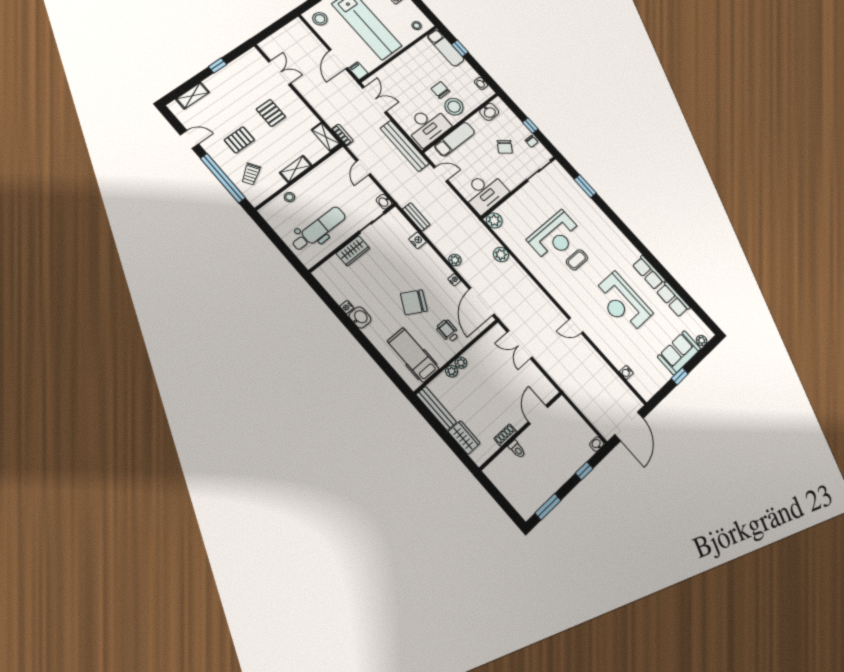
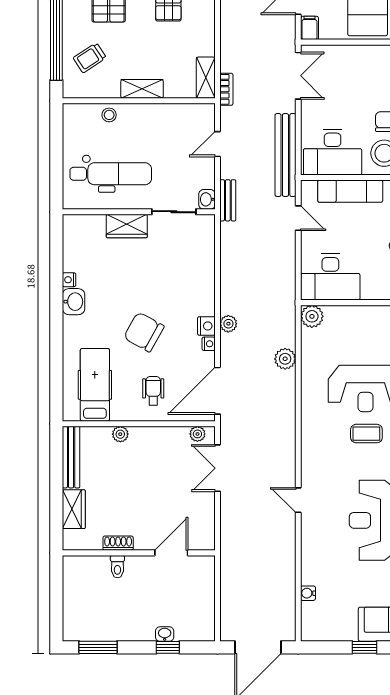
bench: (416, 217) -> (228, 200), moved
nightstand: (418, 240) -> (206, 326), moved
plant: (461, 363) -> (197, 434), moved
washbasin: (597, 444) -> (165, 634), moved

